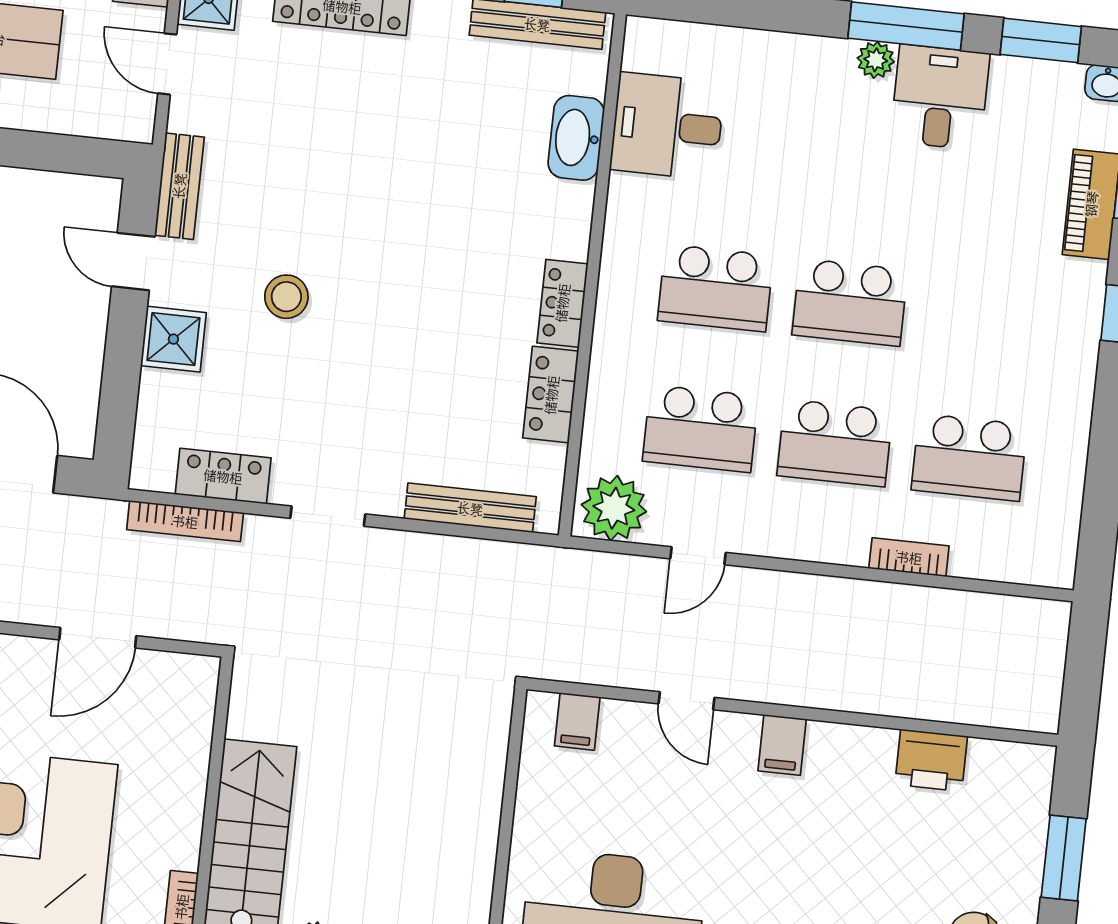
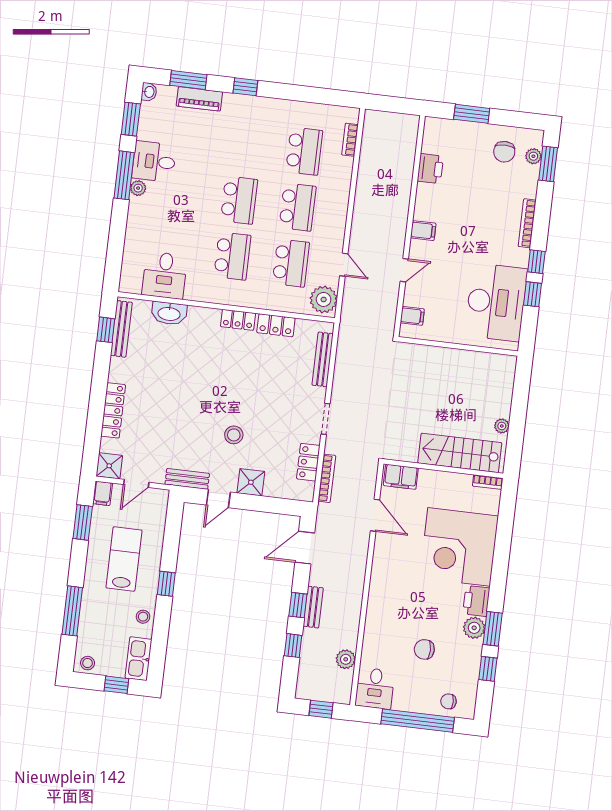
bookcase: (909, 557) -> (350, 140), moved
filing cabinet: (191, 699) -> (401, 477), added

